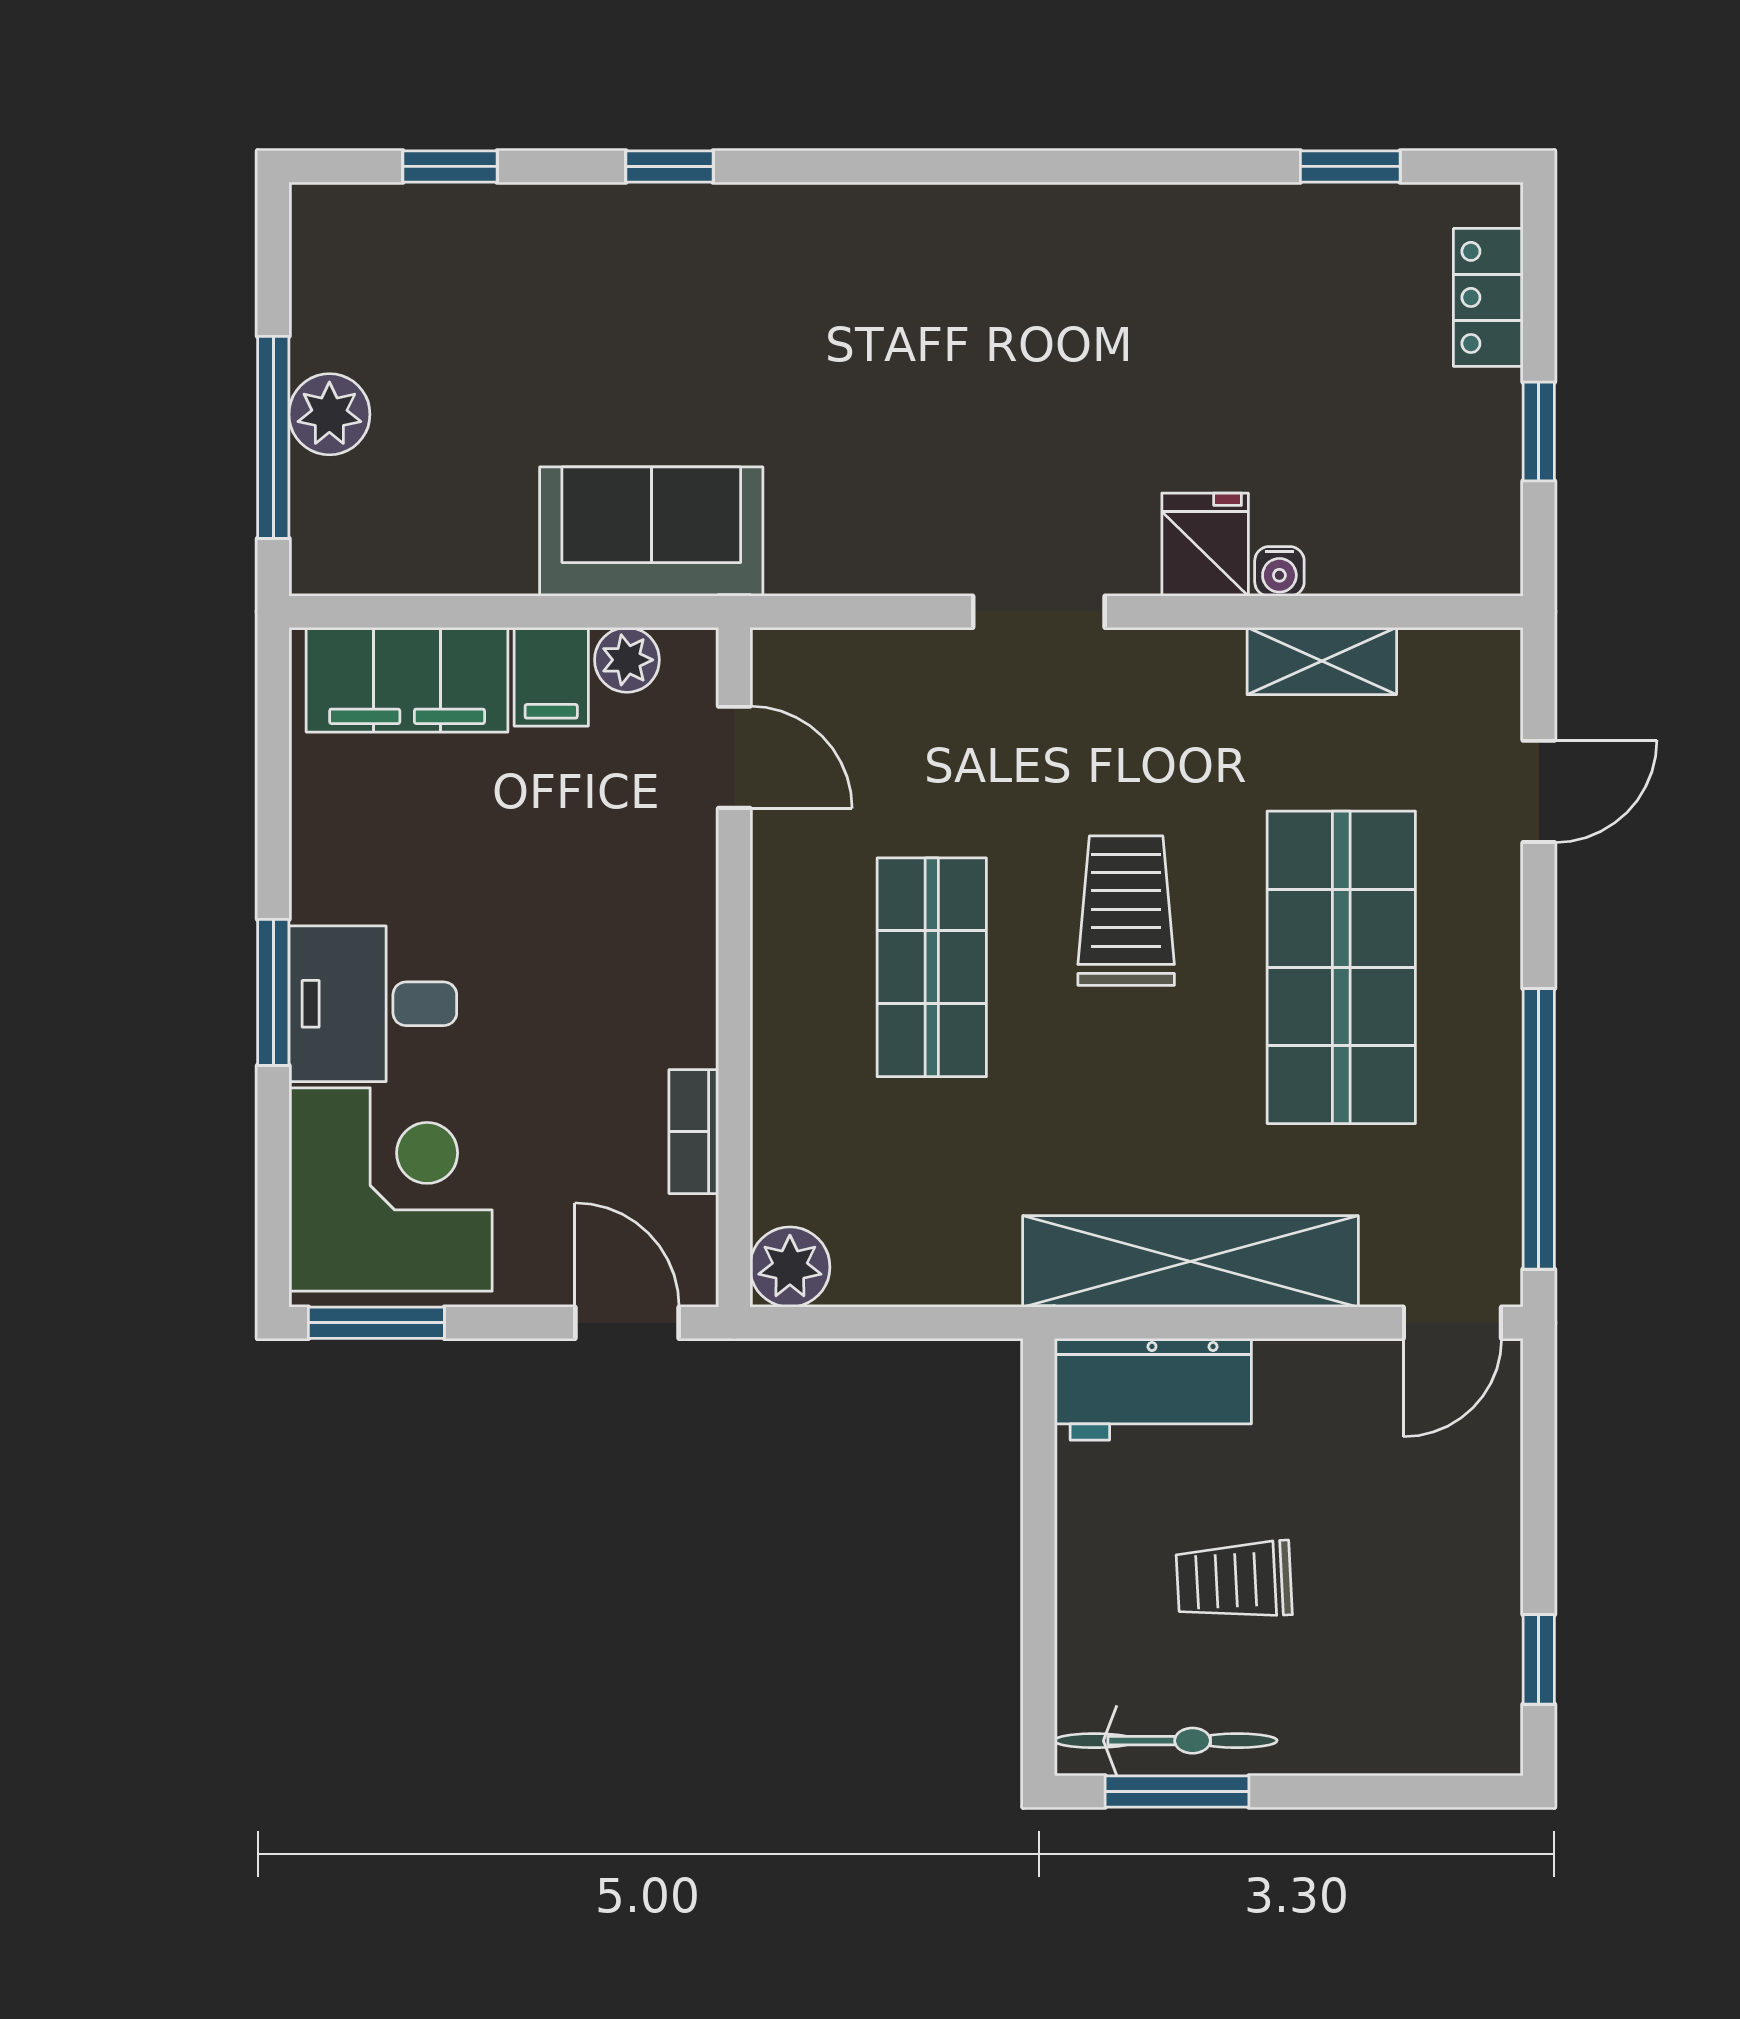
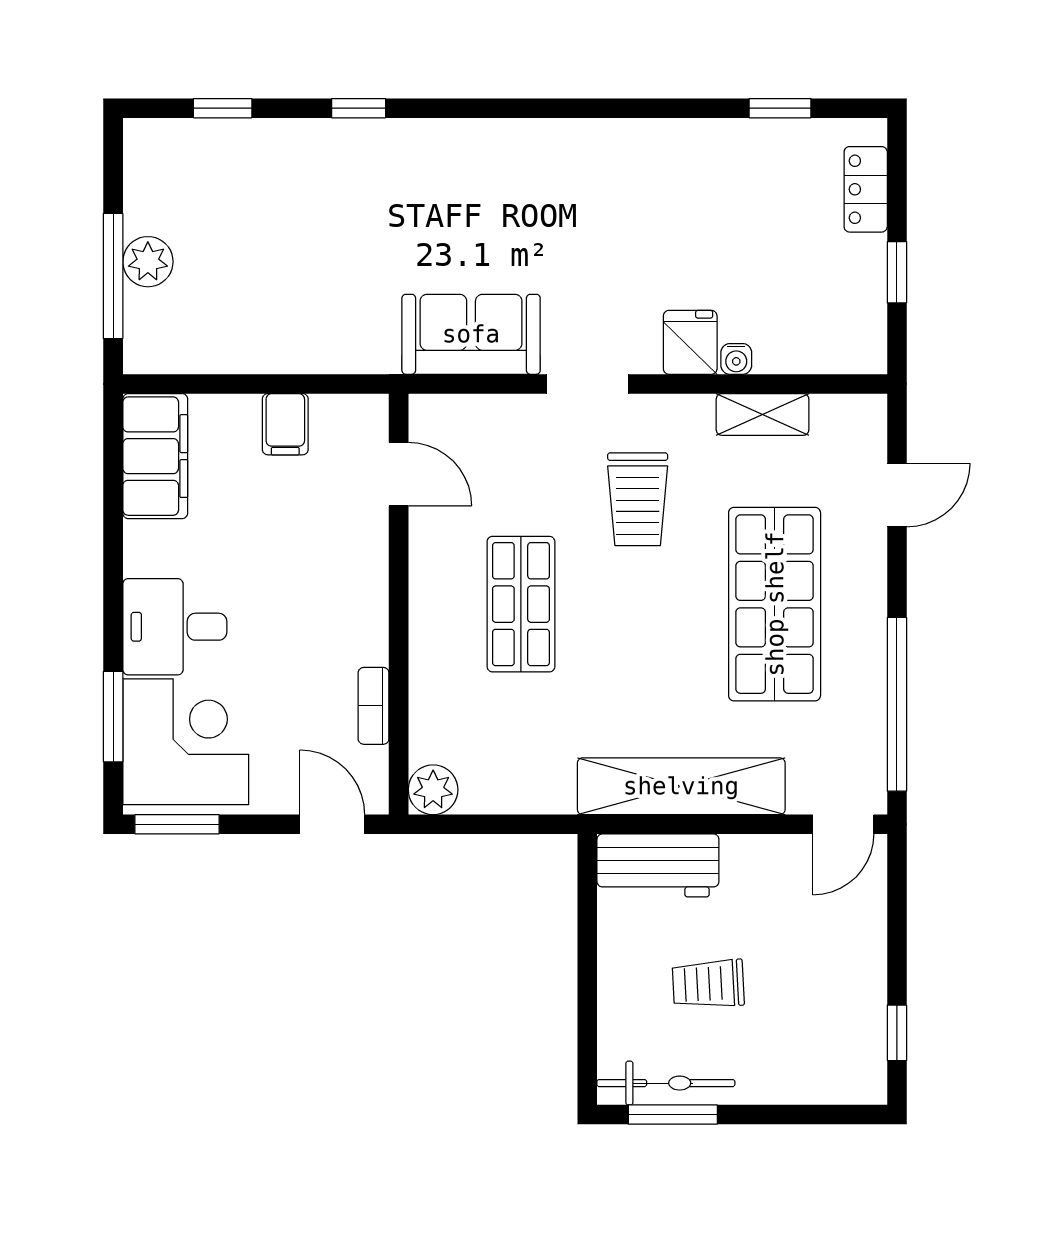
sofa: (651, 532) -> (471, 334), moved
plant: (627, 660) -> (332, 414), removed
filing cabinet: (407, 680) -> (155, 456), moved, turned -90
trolley: (1126, 911) -> (638, 499), moved, turned 180
window: (273, 992) -> (113, 717), moved

